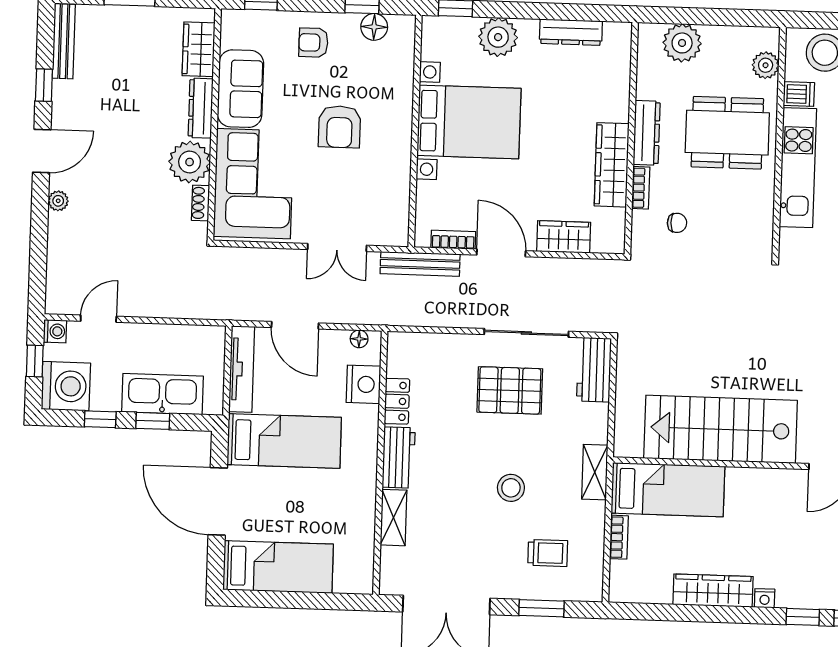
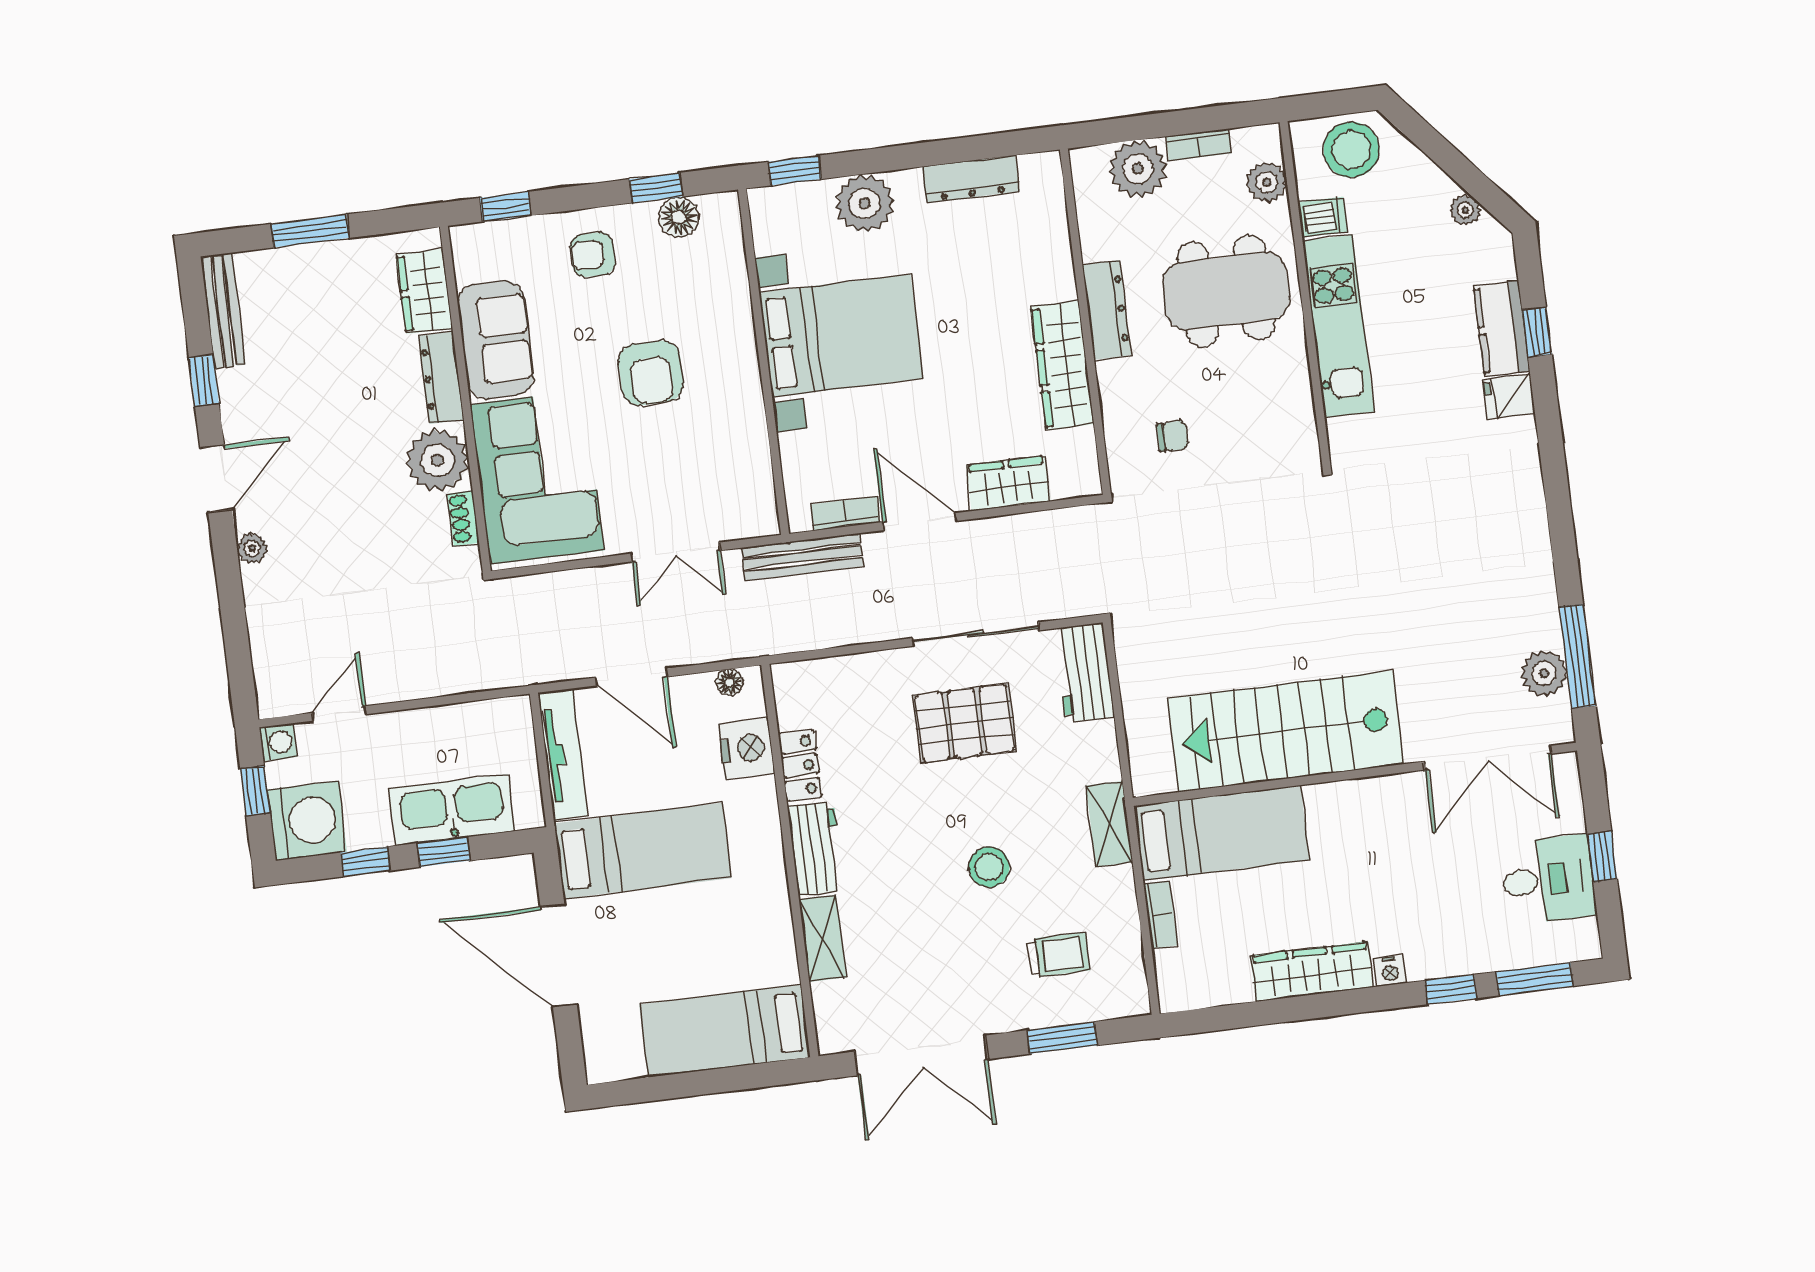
bookcase: (641, 188) -> (1199, 145), moved, turned 90
bed: (278, 567) -> (725, 1031), moved, turned 180

